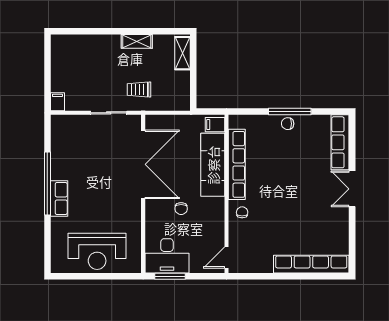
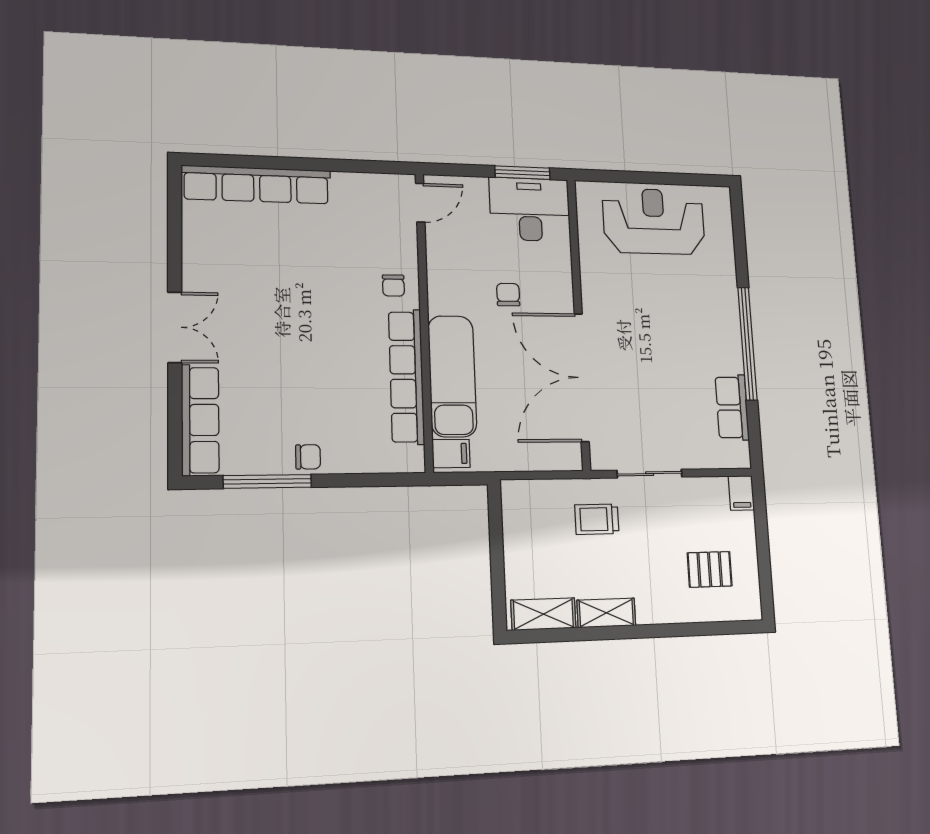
shelving: (182, 53) -> (543, 614), moved, turned 90
pallet: (79, 62) -> (710, 569), added
trolley: (139, 89) -> (597, 519), turned 180
window: (290, 112) -> (267, 481), moved
row of seats: (59, 198) -> (732, 407), moved

